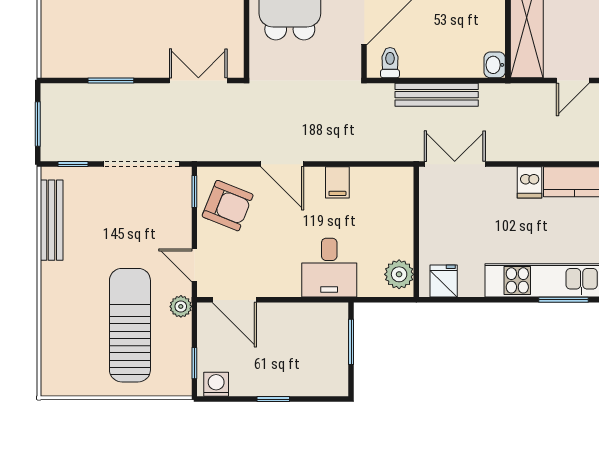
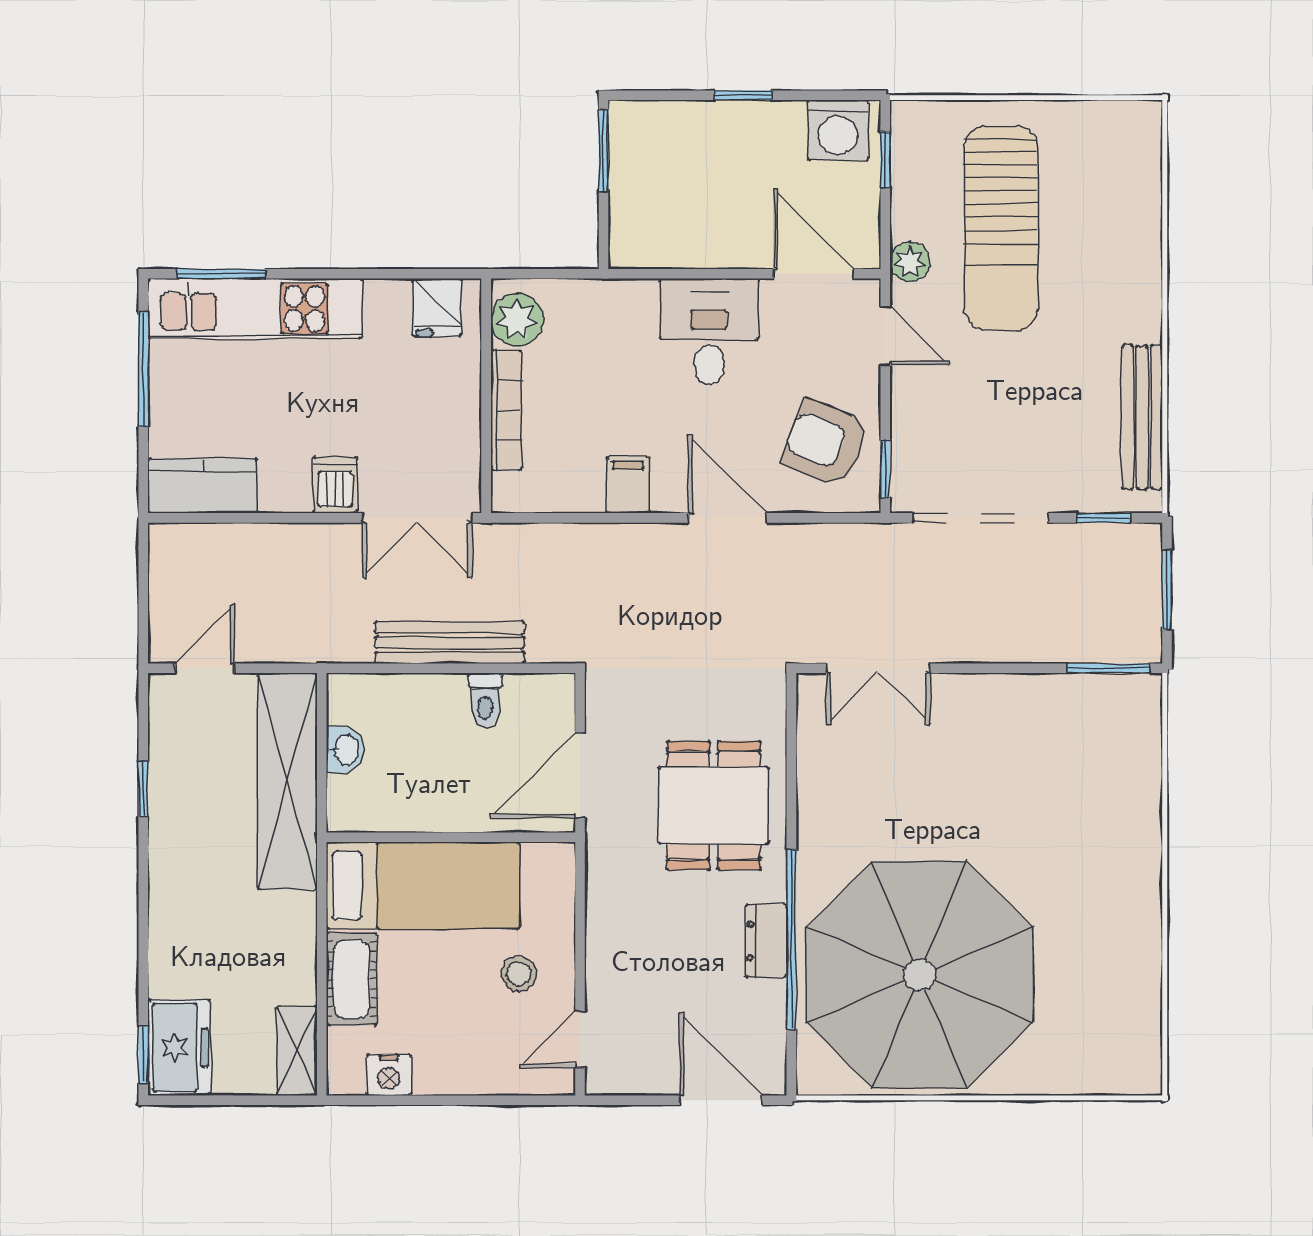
toilet: (390, 63) -> (485, 700), moved
washbasin: (495, 65) -> (345, 750), moved
window: (111, 80) -> (1108, 668), moved
dishwasher: (529, 182) -> (335, 485), moved
bookcase: (405, 224) -> (506, 410), added
desk: (329, 268) -> (709, 332), moved
window: (351, 342) -> (603, 150), moved
washing machine: (216, 384) -> (838, 130), width x1.38, depth x1.38

